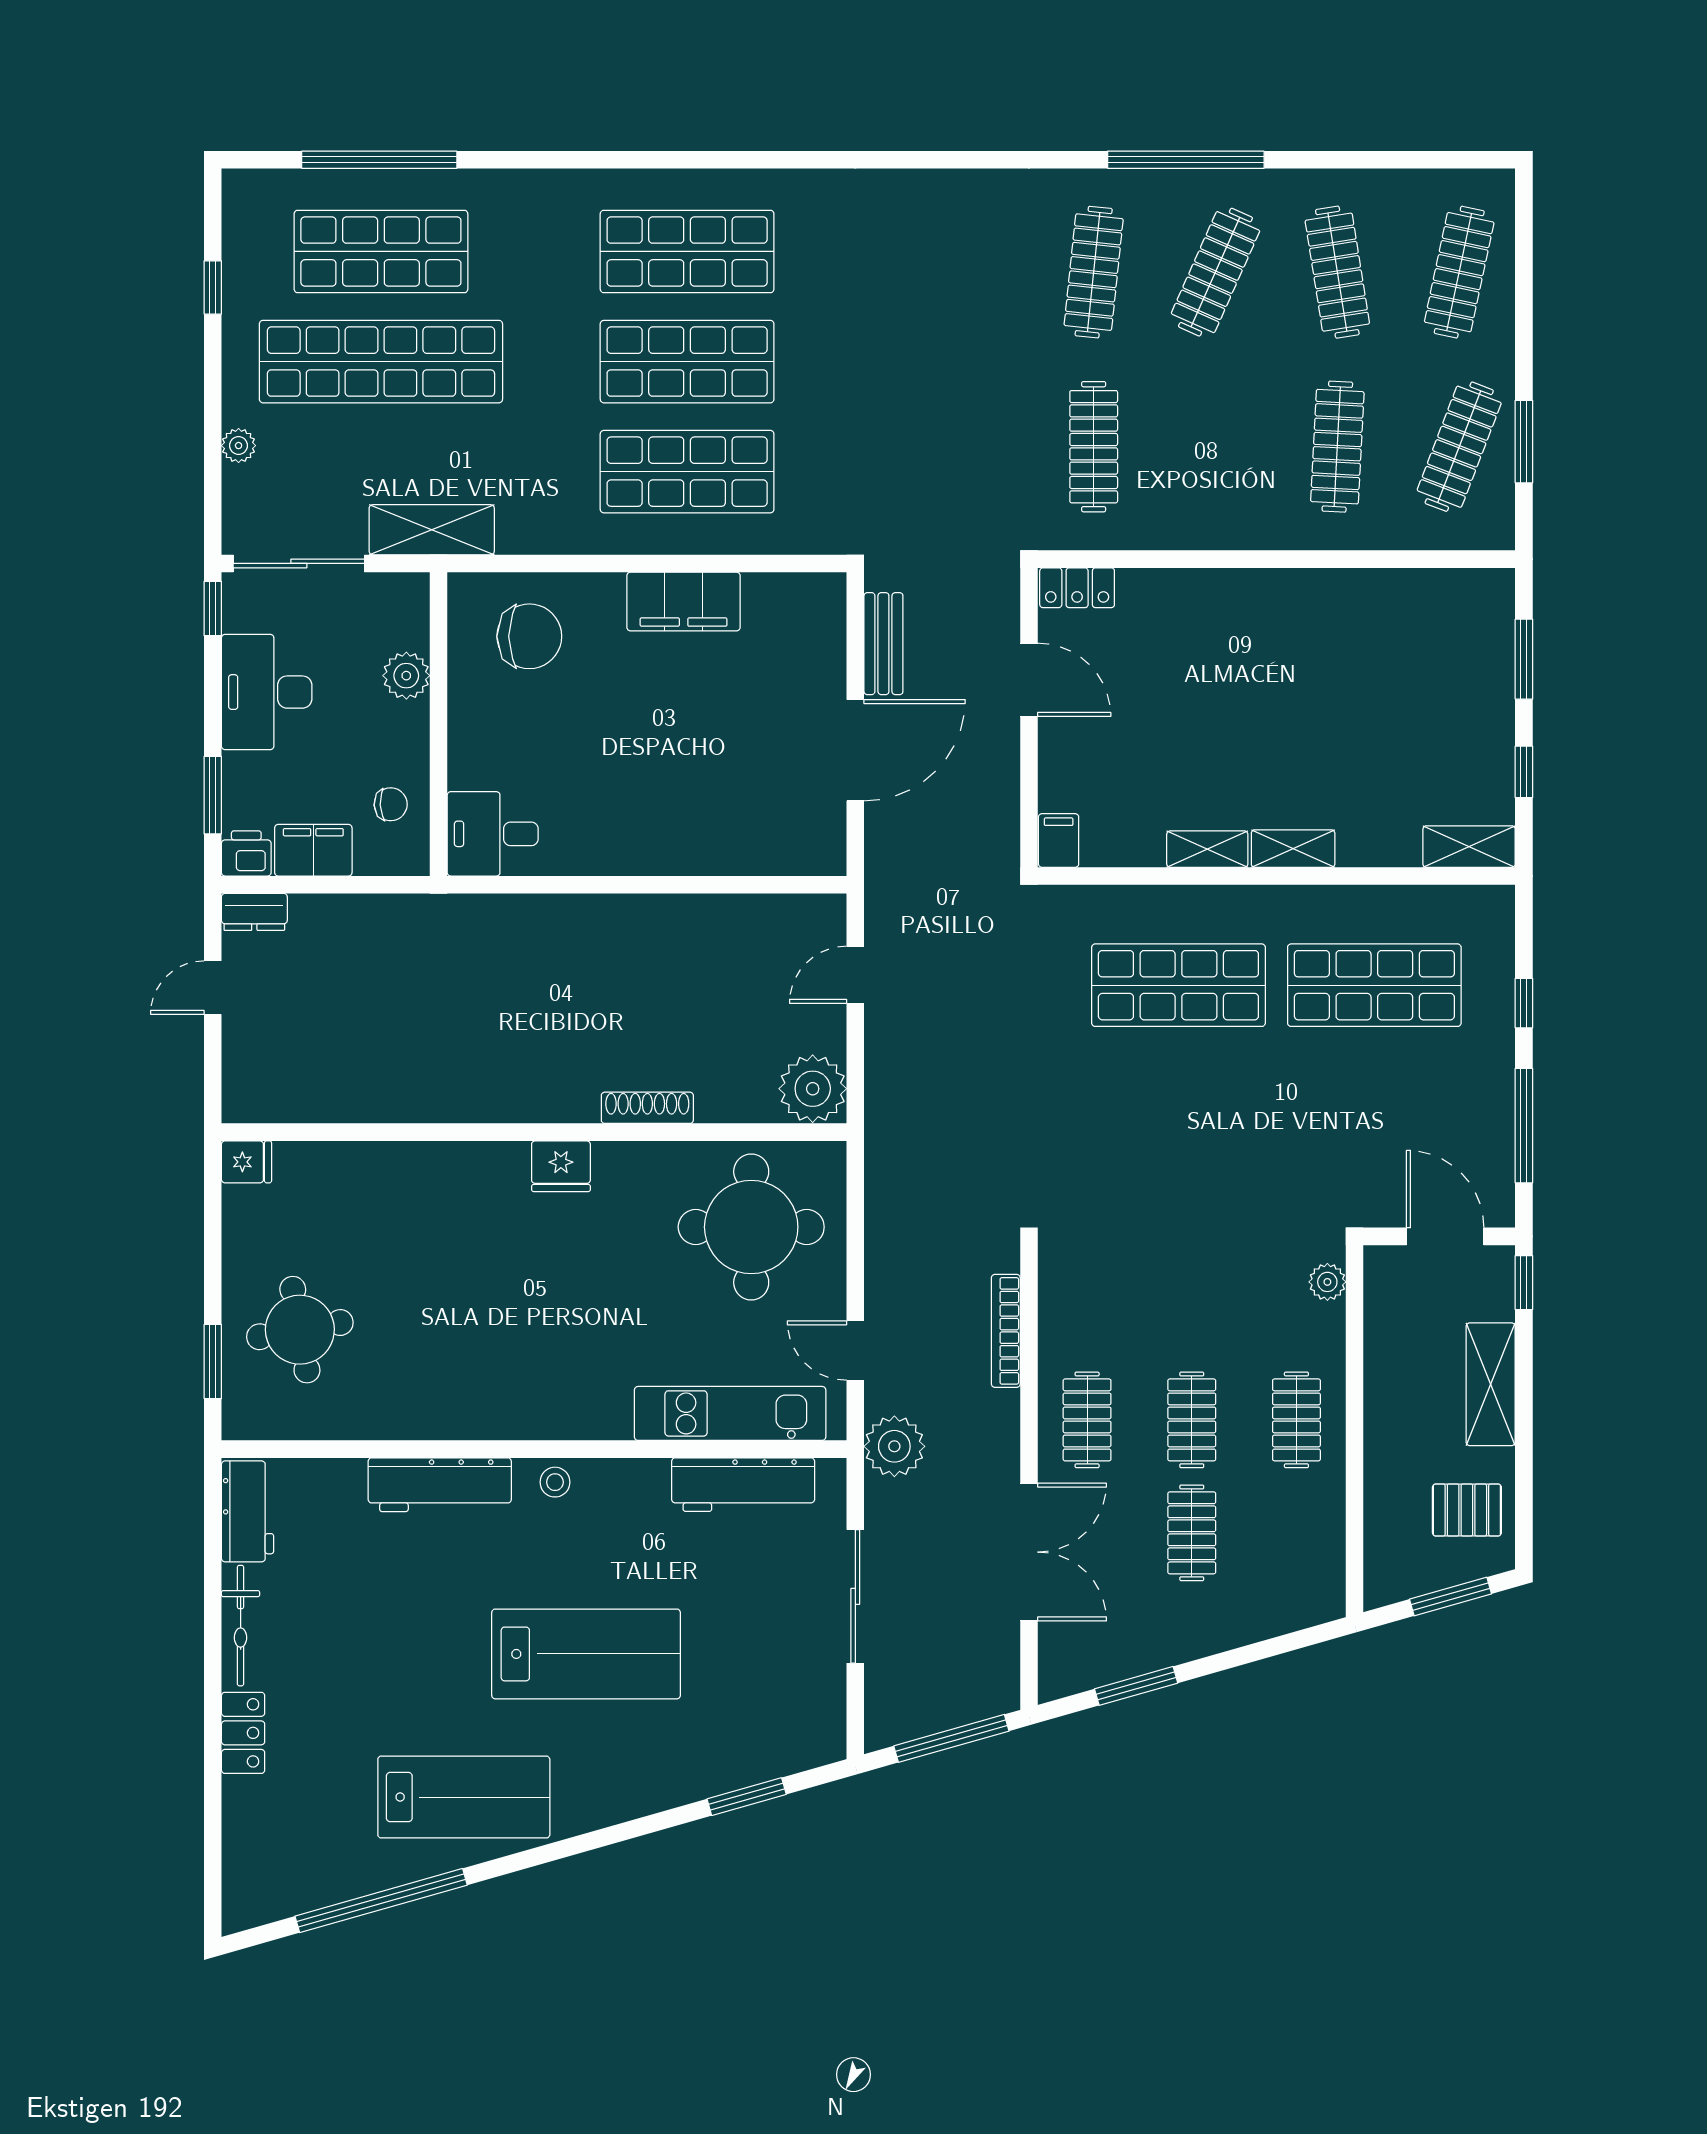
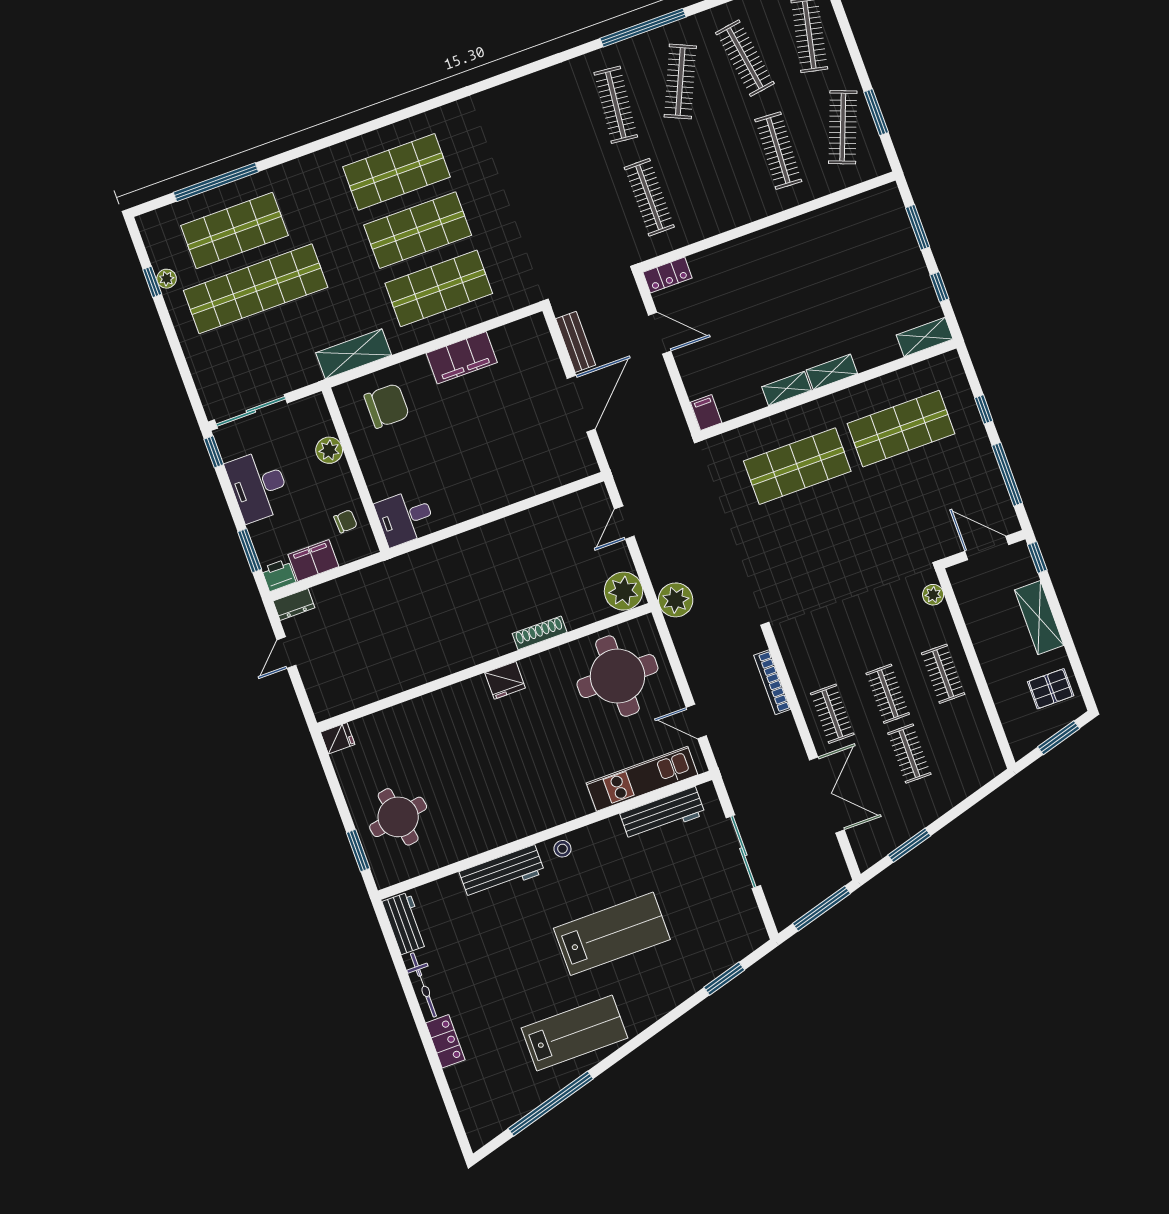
plant: (239, 446) -> (167, 279), moved
shelving: (432, 530) -> (354, 354), moved
plant: (894, 1446) -> (676, 600), moved

